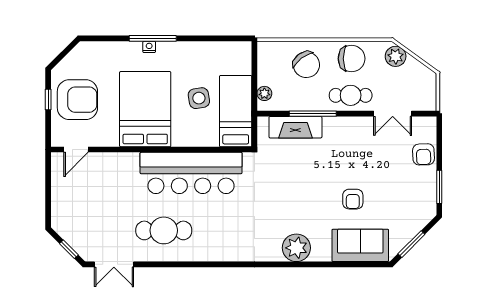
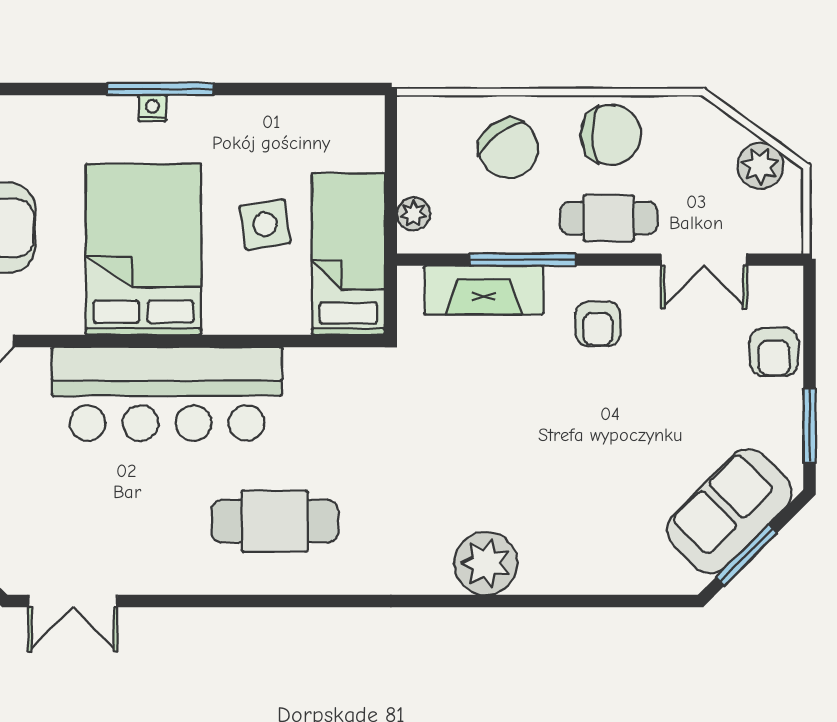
plant: (396, 56) -> (760, 166), moved
bar counter: (191, 173) -> (167, 394), moved
armchair: (353, 199) -> (598, 324), moved
cafe table: (164, 230) -> (275, 521), moved
sofa: (360, 245) -> (730, 511), moved, turned -45

